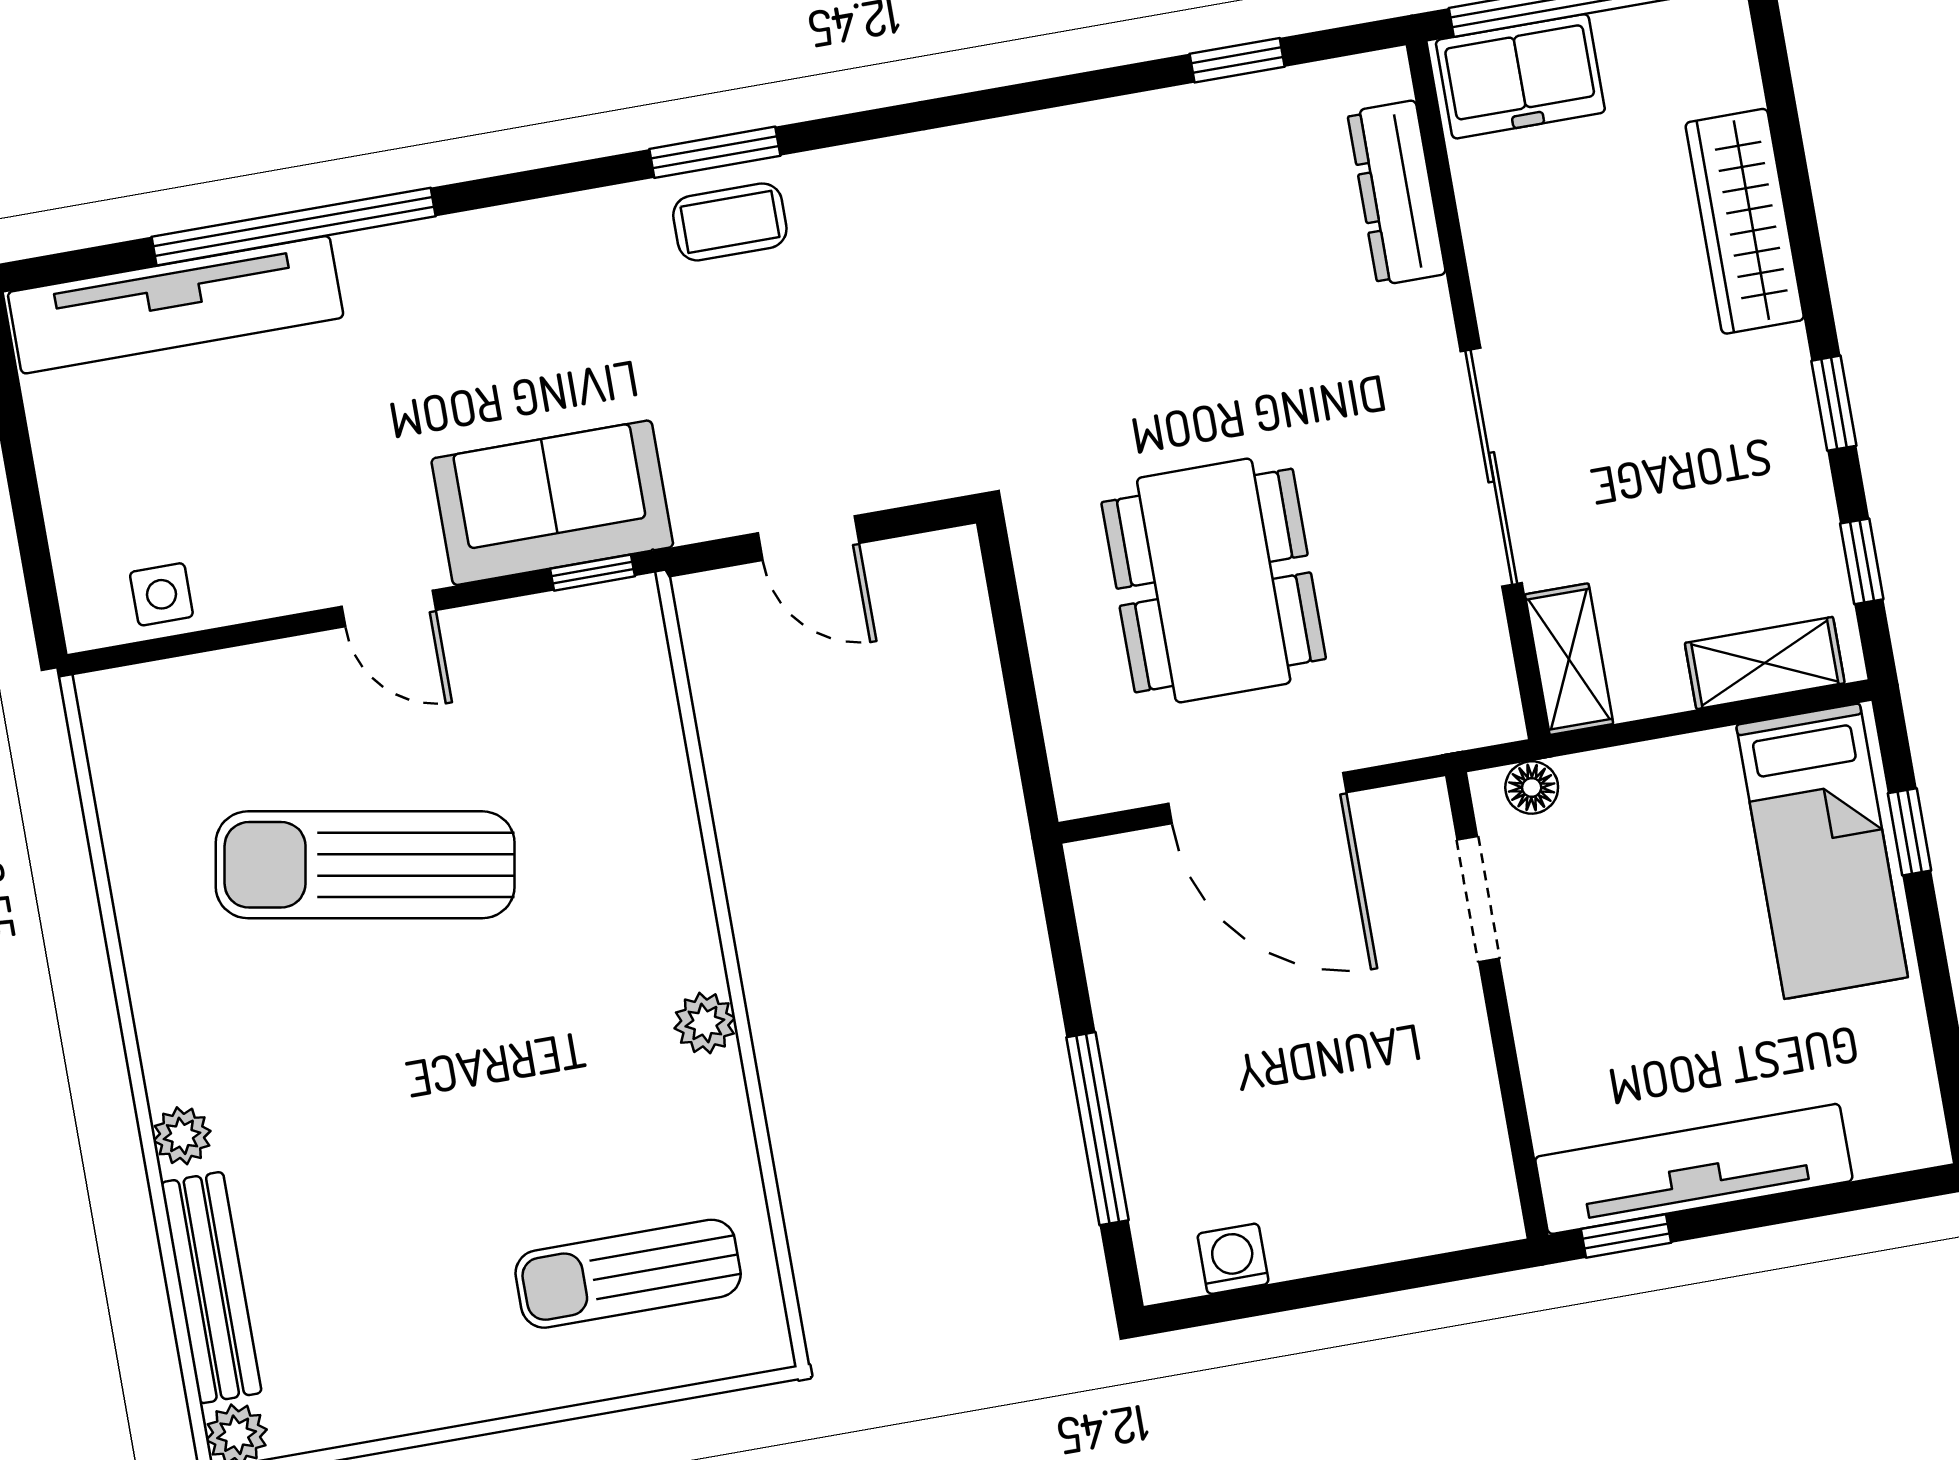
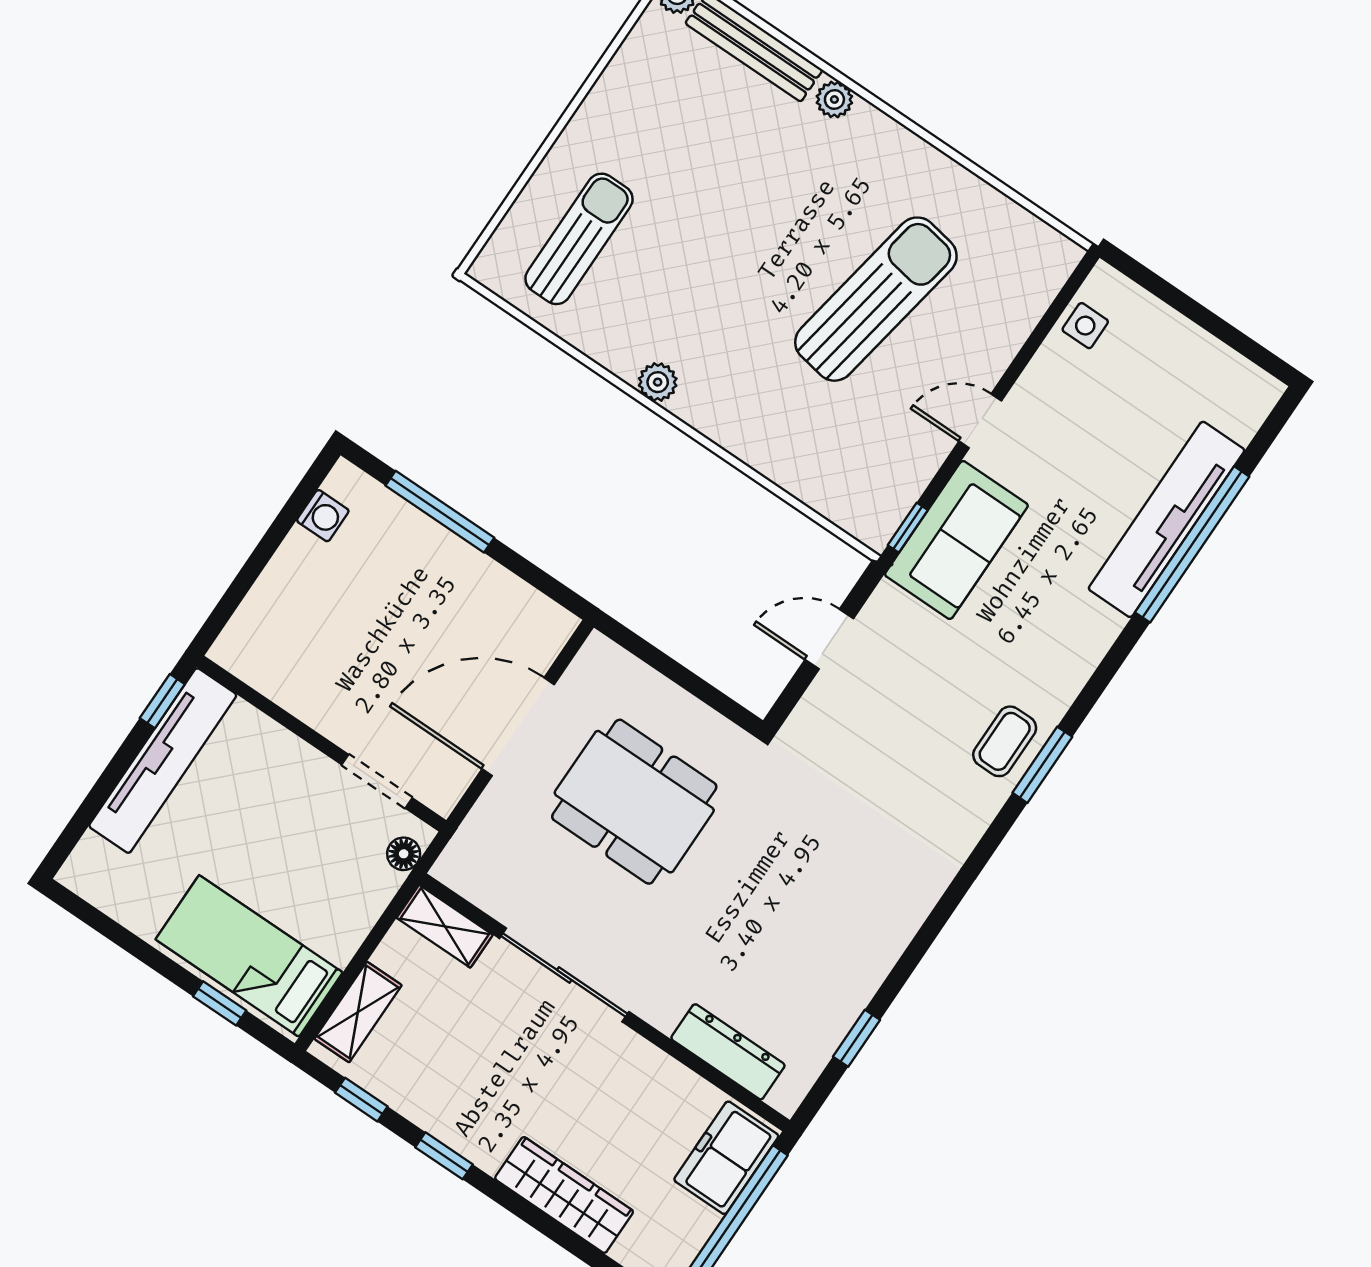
tv unit: (176, 305) -> (1167, 519), moved

